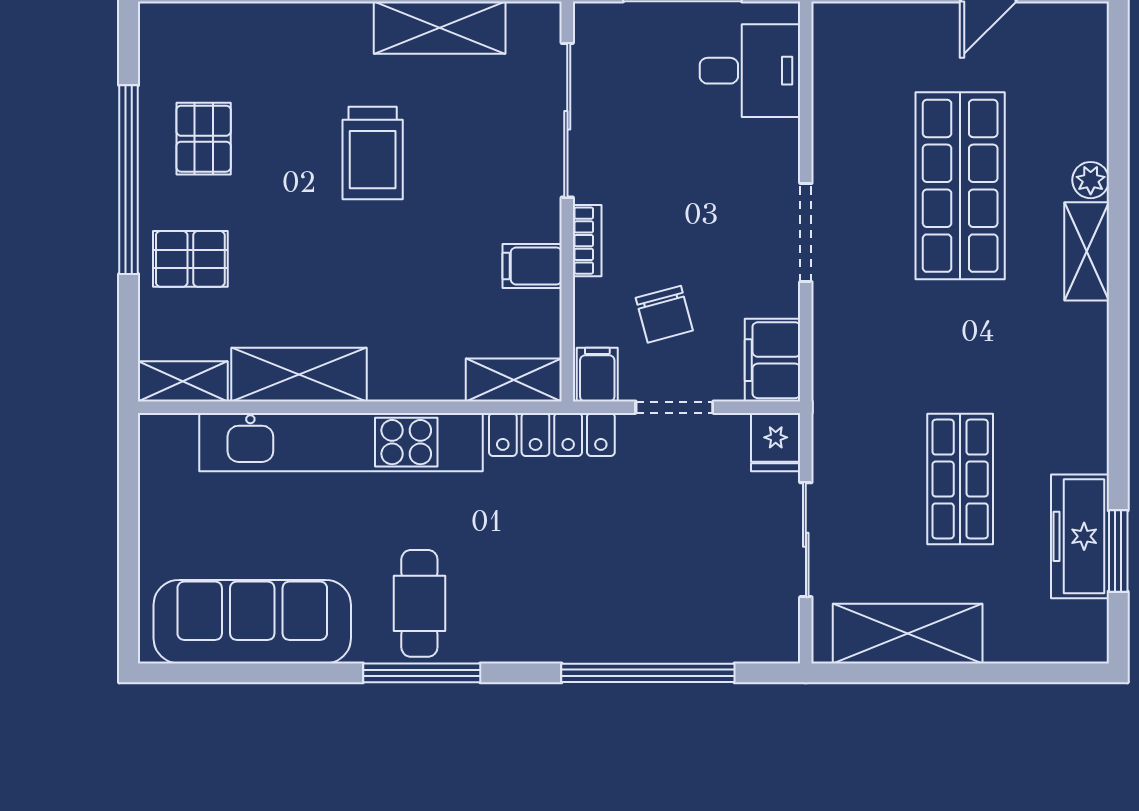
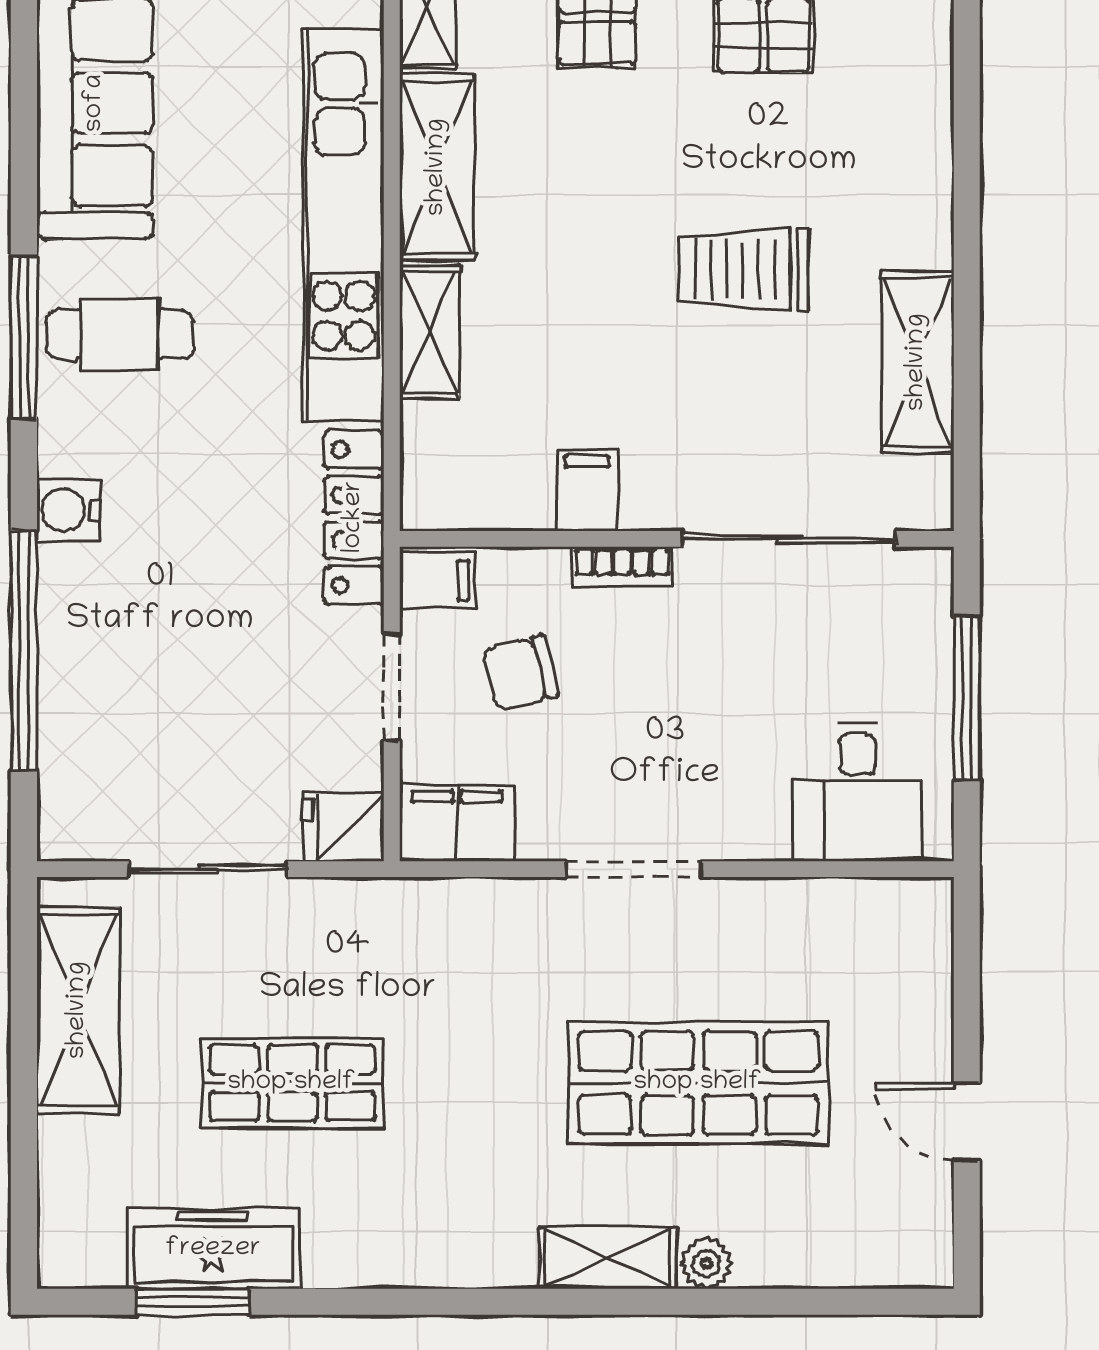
shelving: (514, 380) -> (429, 332), moved
water cooler: (546, 641) -> (68, 510), added

